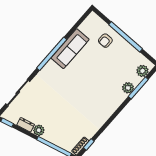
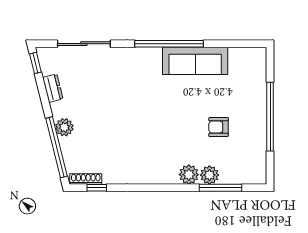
armchair: (105, 41) -> (219, 127), moved
plant: (142, 71) -> (189, 175), moved
plant: (39, 130) -> (64, 127), moved

